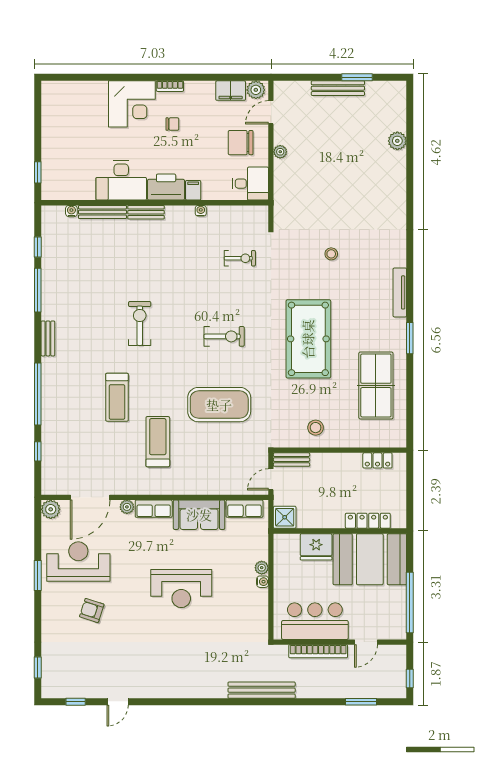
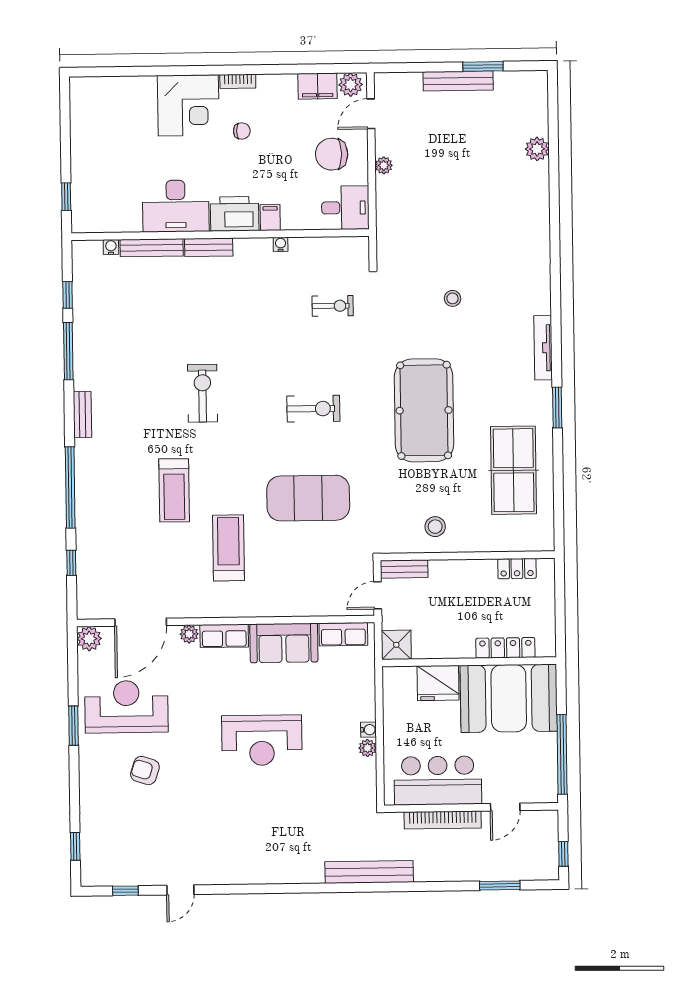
plant: (262, 568) -> (368, 748), moved

